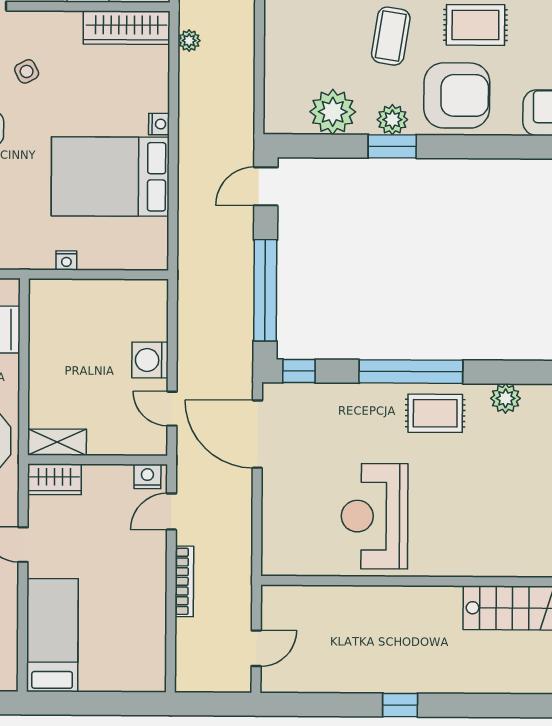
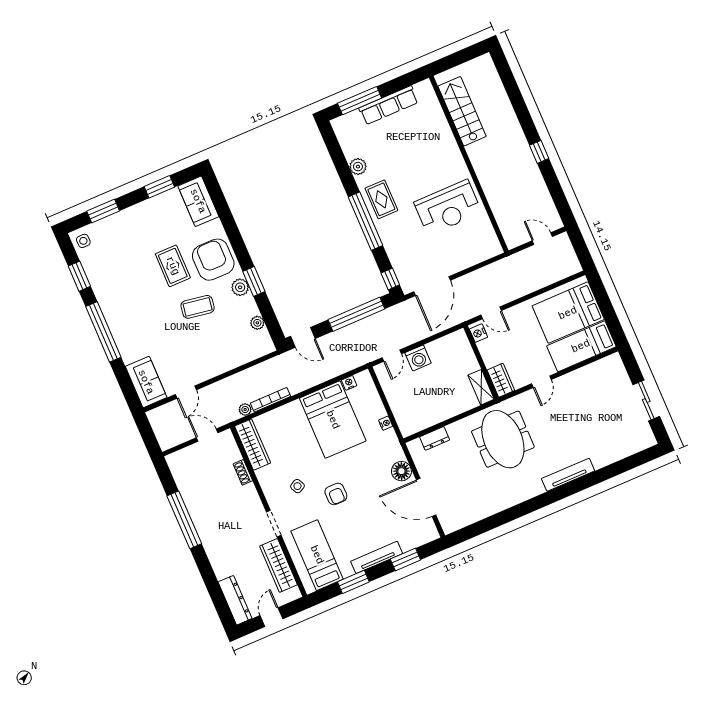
plant: (333, 112) -> (257, 323), width x0.53, depth x0.53
nightstand: (159, 124) -> (349, 383), moved
door: (172, 409) -> (392, 356), moved
bookcase: (184, 581) -> (271, 400), moved
bed: (117, 638) -> (568, 313), added

